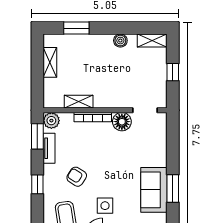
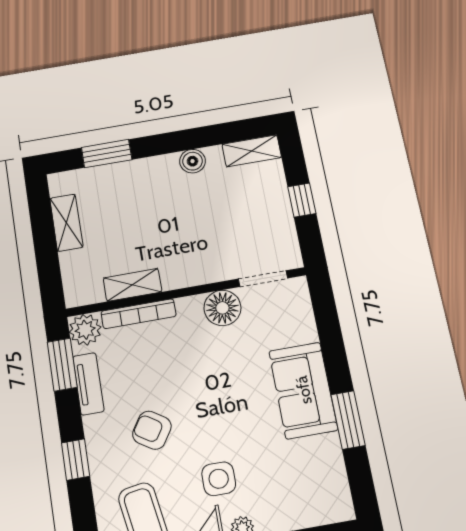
bookcase: (93, 117) -> (139, 314), moved
sofa: (154, 190) -> (303, 390), moved

